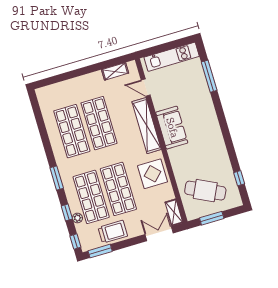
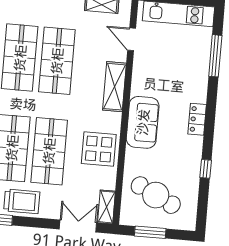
shelving: (147, 126) -> (114, 87), width x0.68
locker: (214, 126) -> (197, 119), added
sofa: (172, 128) -> (143, 122), moved
window: (239, 178) -> (206, 169), moved

